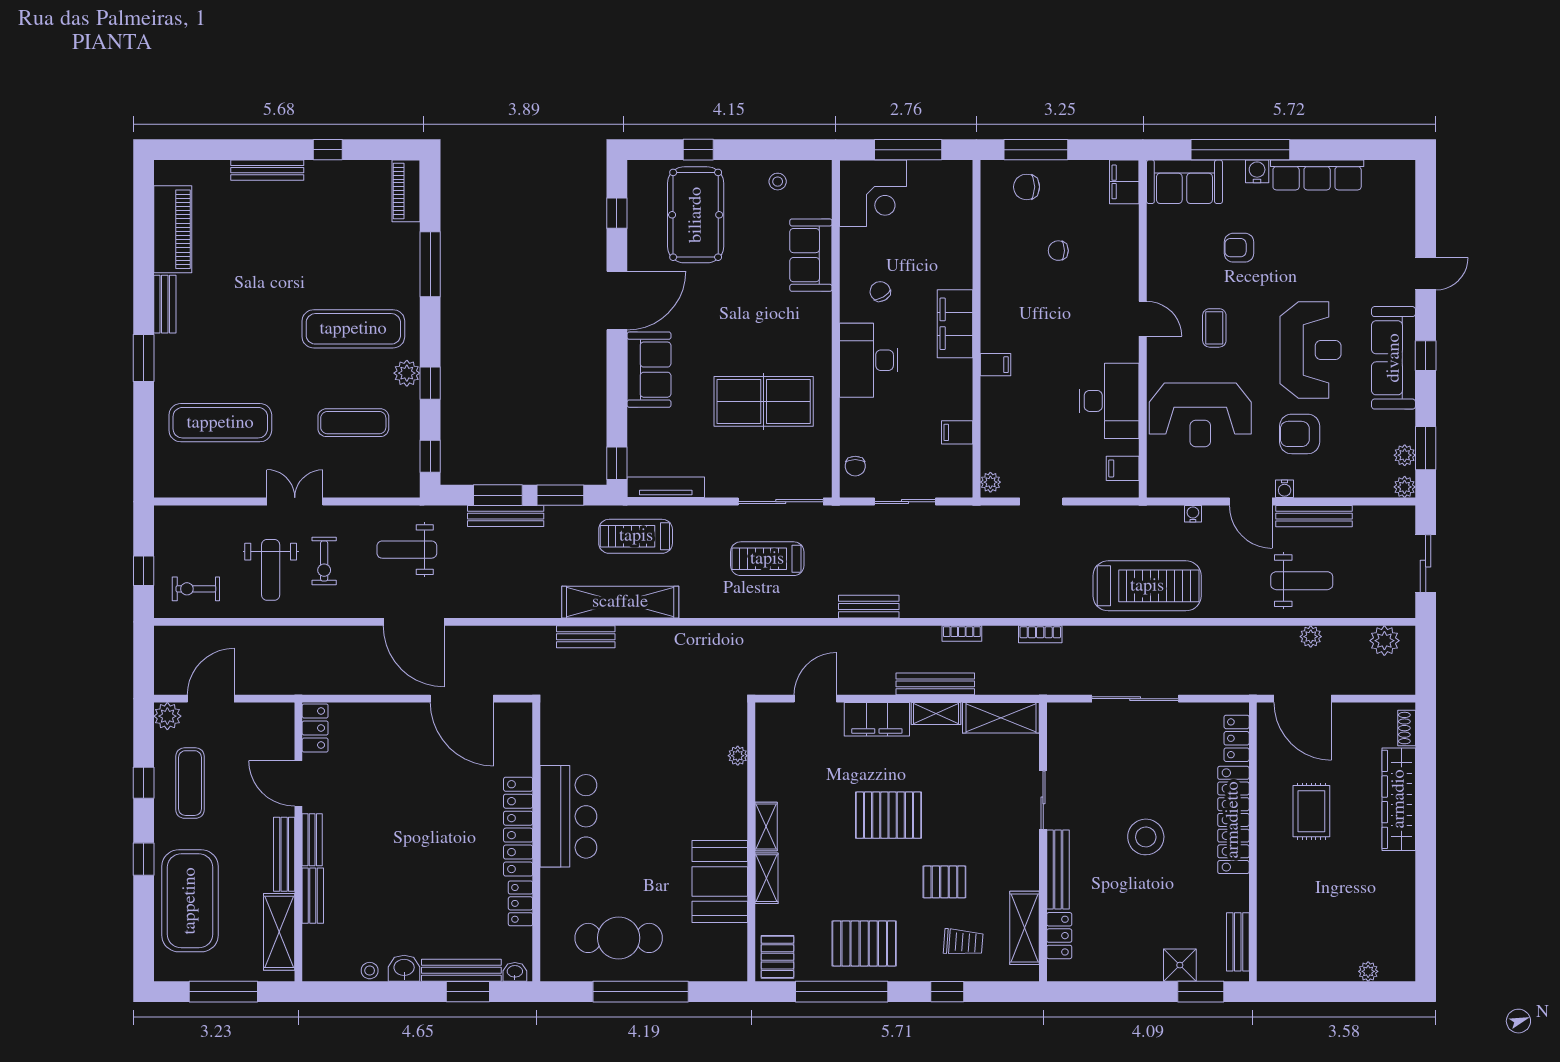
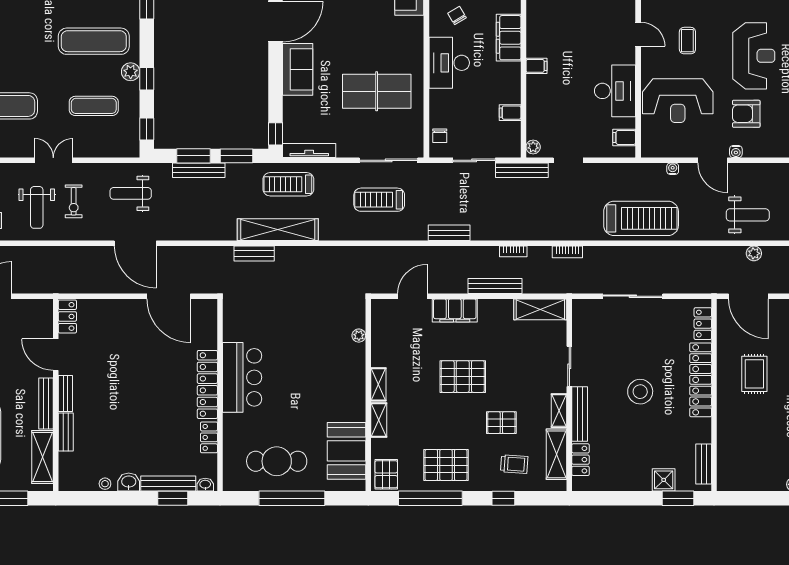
bench: (1314, 516) -> (522, 170), moved
shelving: (936, 714) -> (559, 411), moved, turned 90
booth: (720, 881) -> (346, 451), moved

